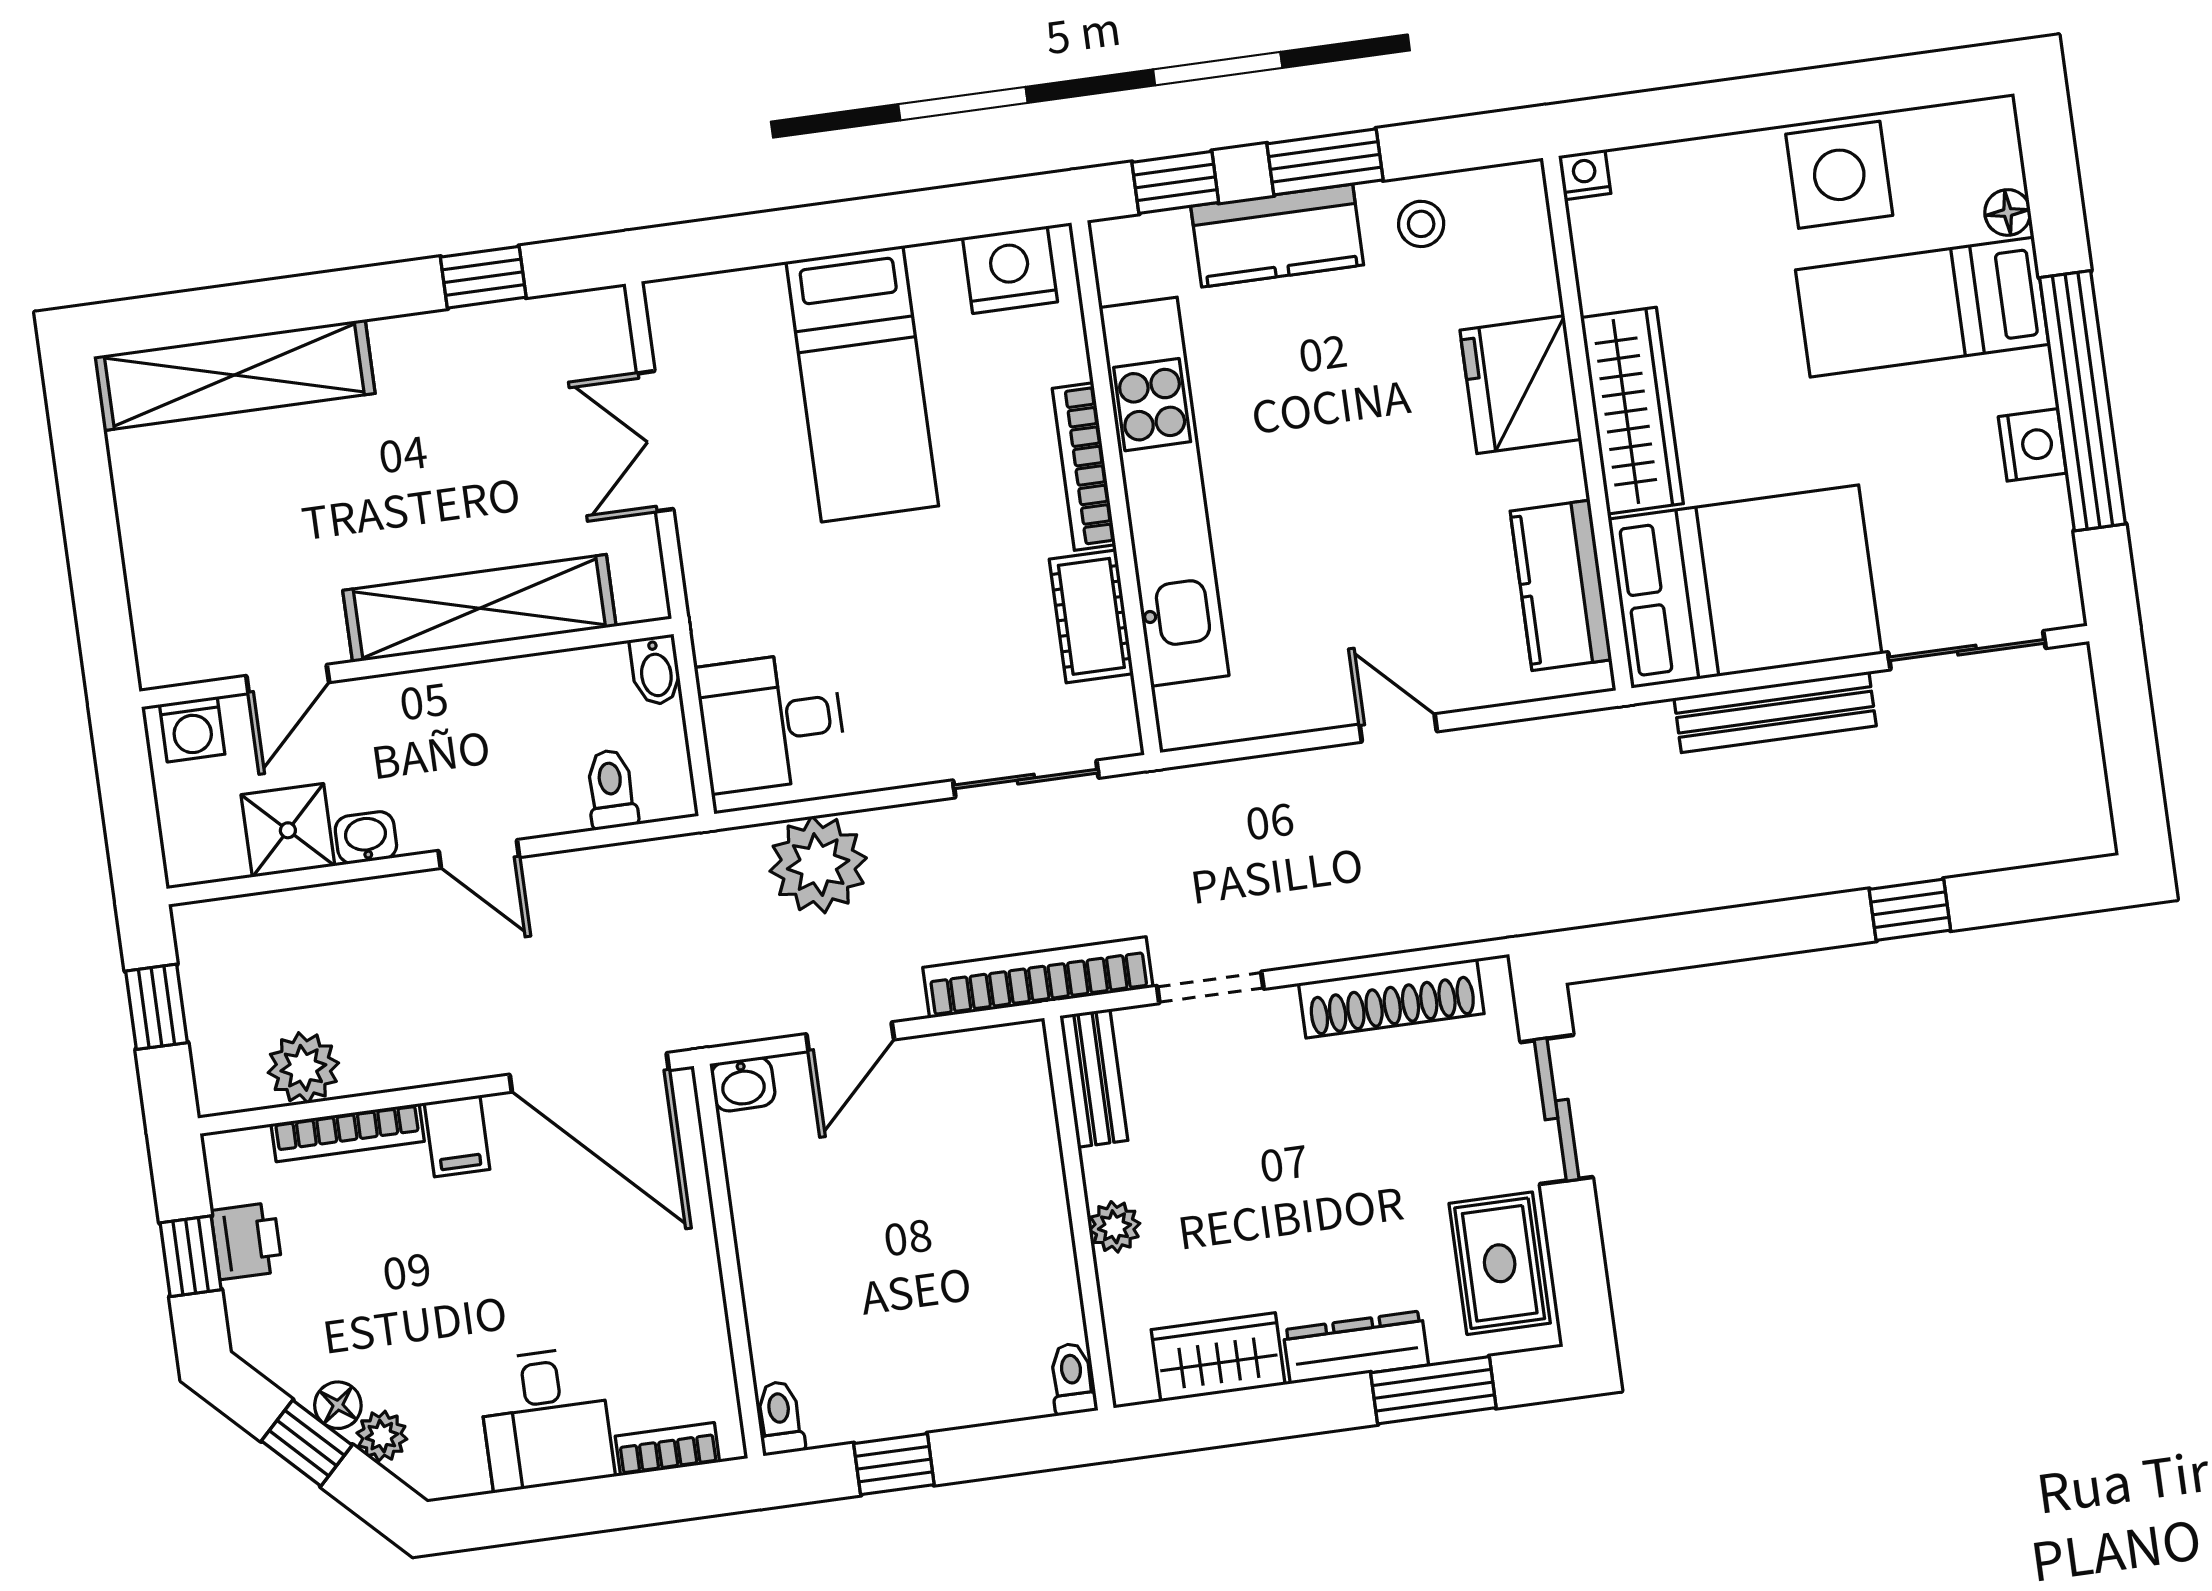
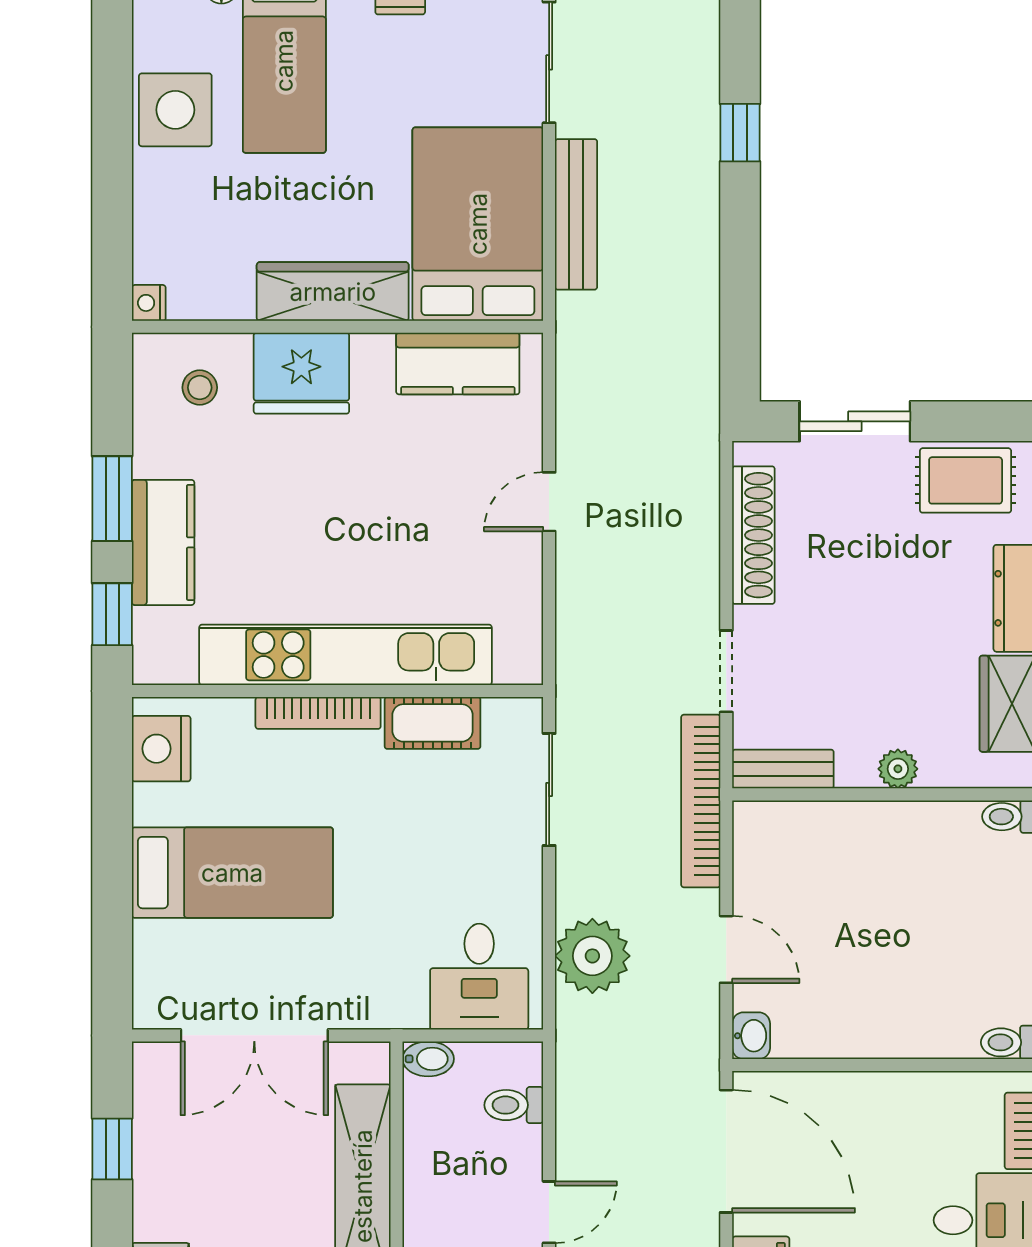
stool: (1421, 224) -> (200, 388), moved
double door: (655, 441) -> (254, 1035), width x1.37
door: (589, 1072) -> (726, 1151), hinge flipped

